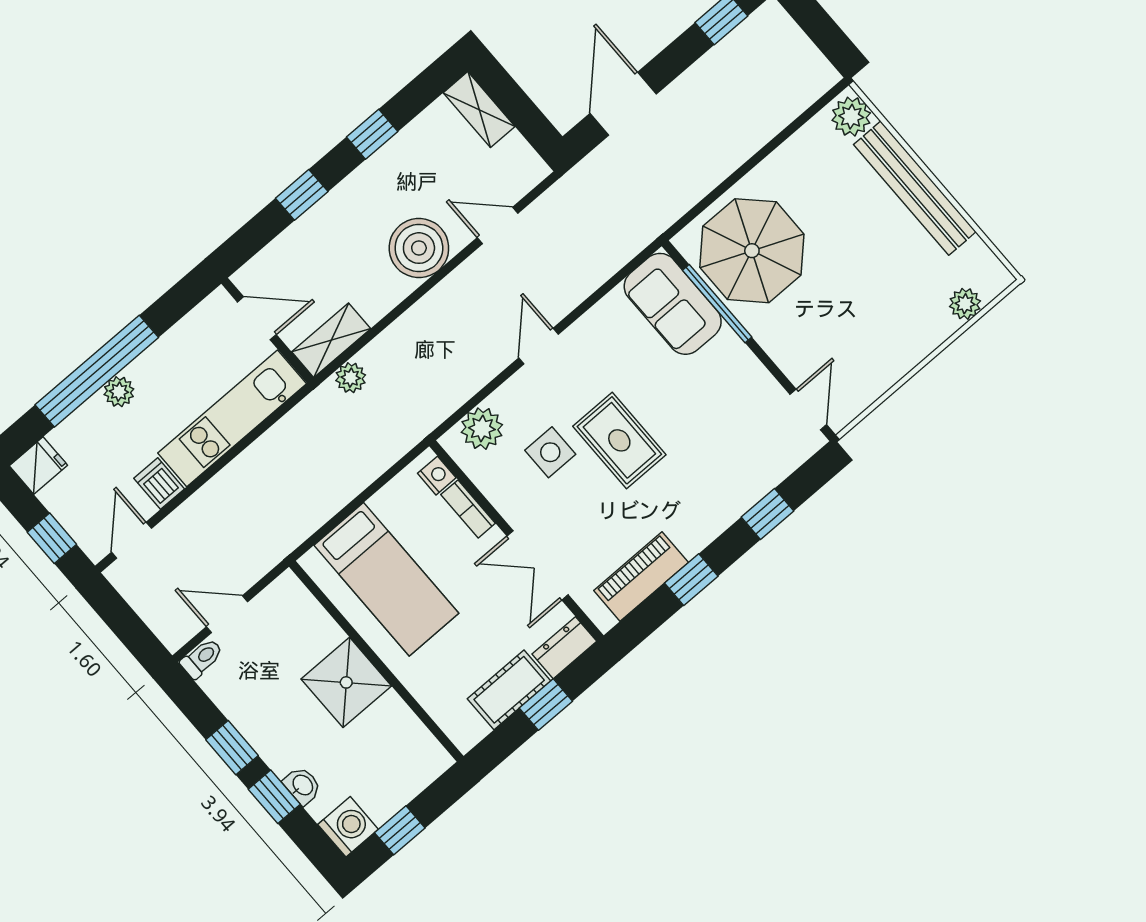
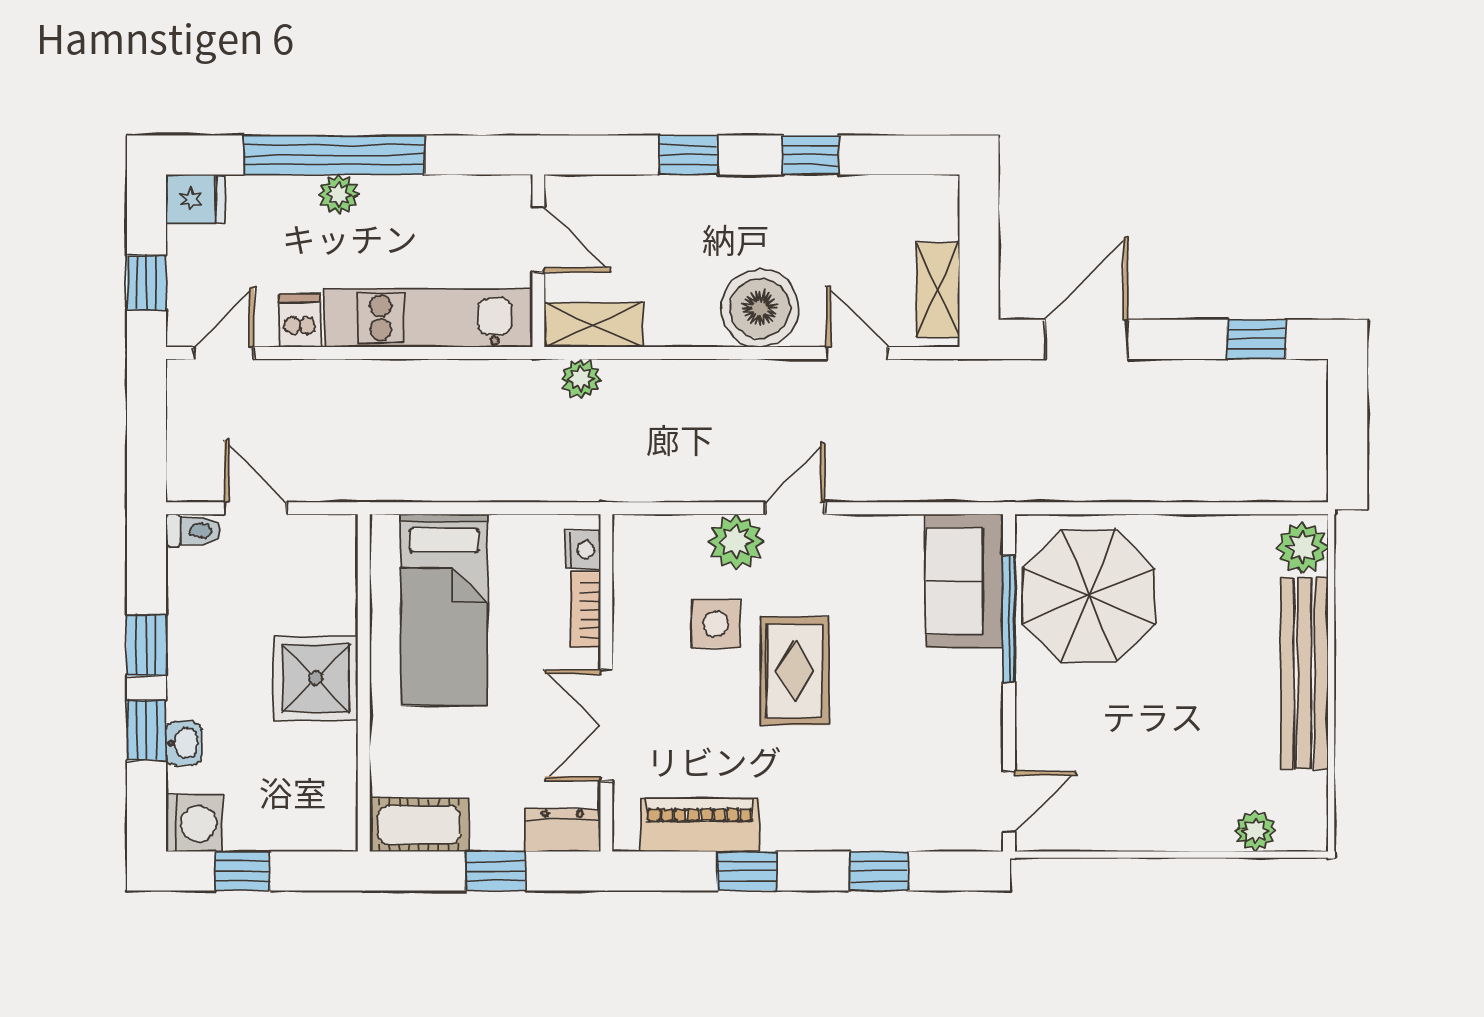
shelving: (479, 110) -> (938, 290), moved
plant: (482, 429) -> (736, 542), moved
cot: (509, 690) -> (419, 825), moved

